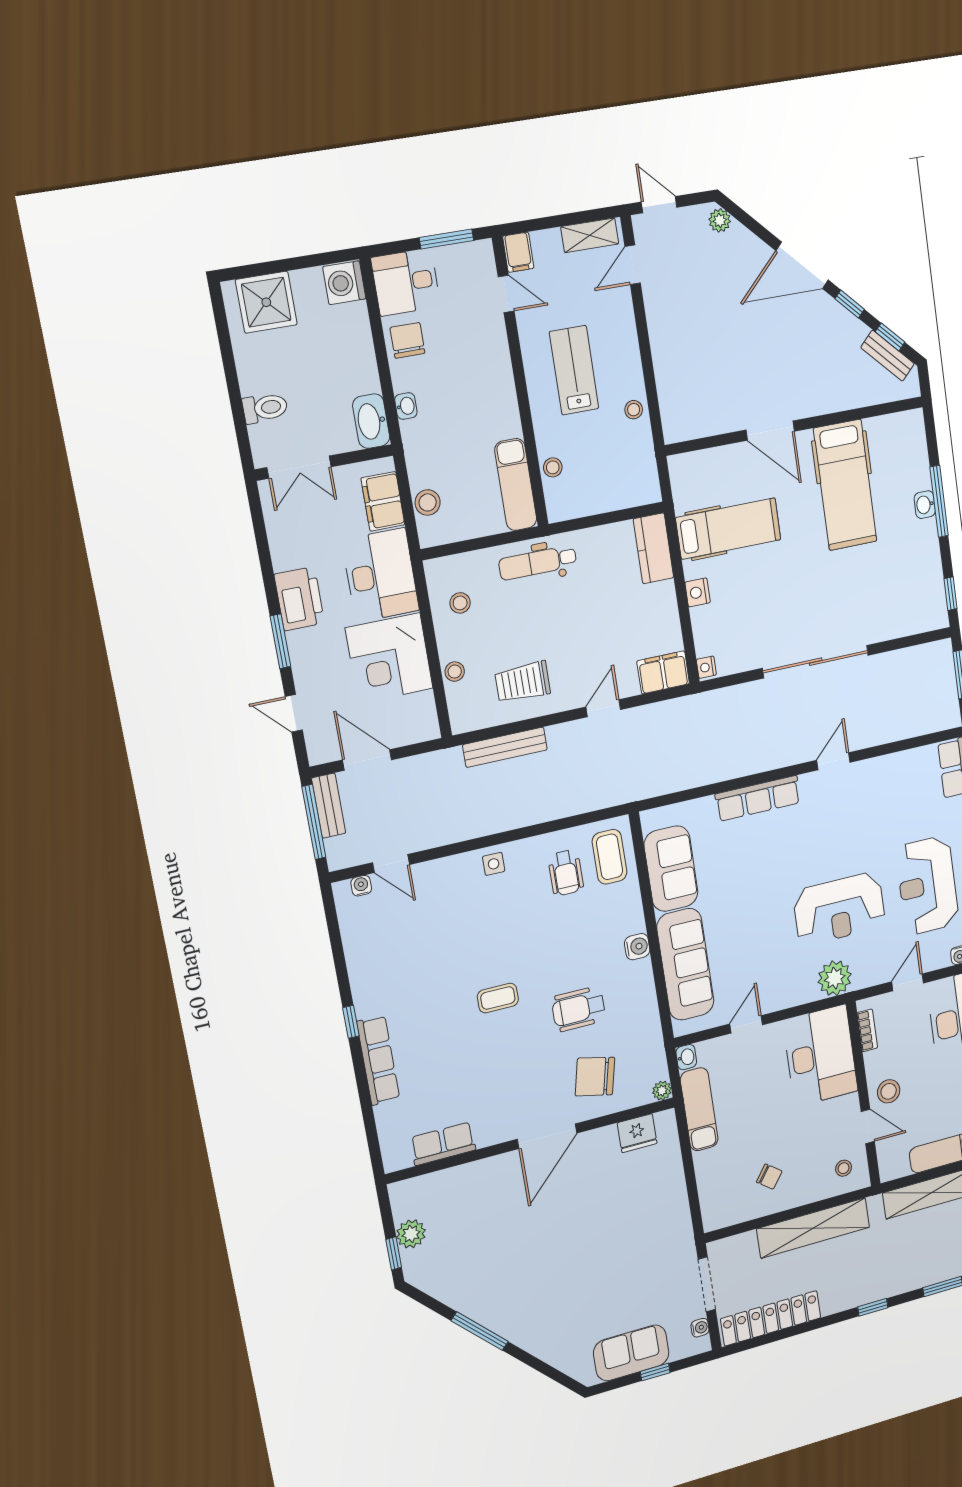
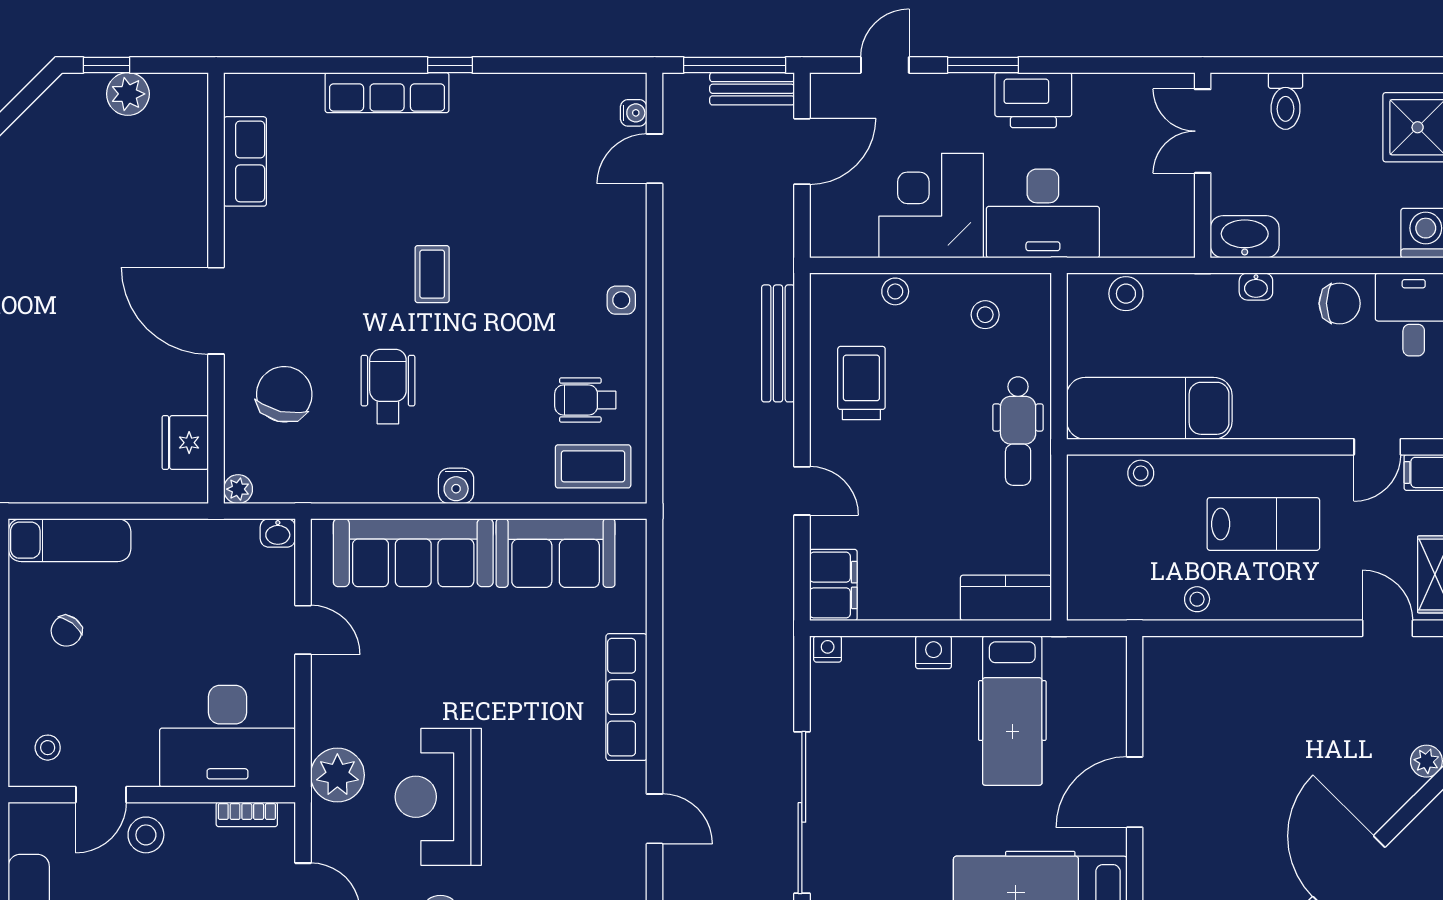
exam couch: (516, 485) -> (1149, 408), width x1.36, depth x1.45
filing cabinet: (383, 501) -> (1138, 234), removed
dental chair: (538, 563) -> (1018, 431), turned 180
exam couch: (699, 1109) -> (69, 540), moved

